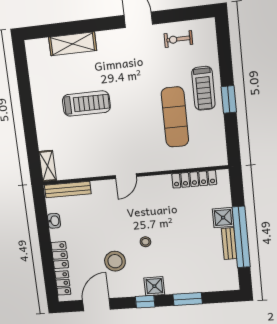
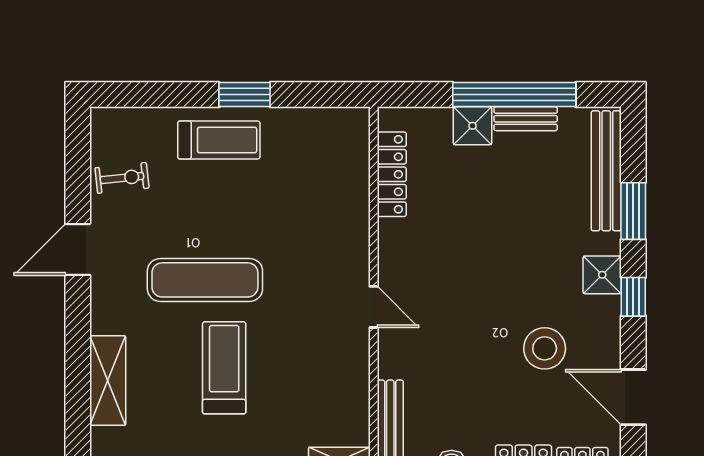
exercise bike: (178, 39) -> (122, 178), turned -96
exercise mat: (175, 117) -> (205, 280), moved
stool: (145, 242) -> (509, 283), removed
bench: (206, 285) -> (606, 171), added

